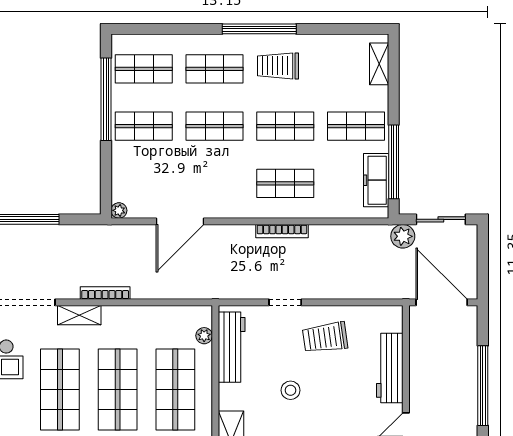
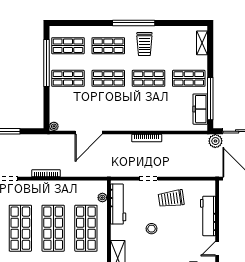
trolley: (278, 66) -> (144, 44), turned -90
shop shelf: (285, 183) -> (149, 111), removed
shelving: (79, 315) -> (31, 186), removed

